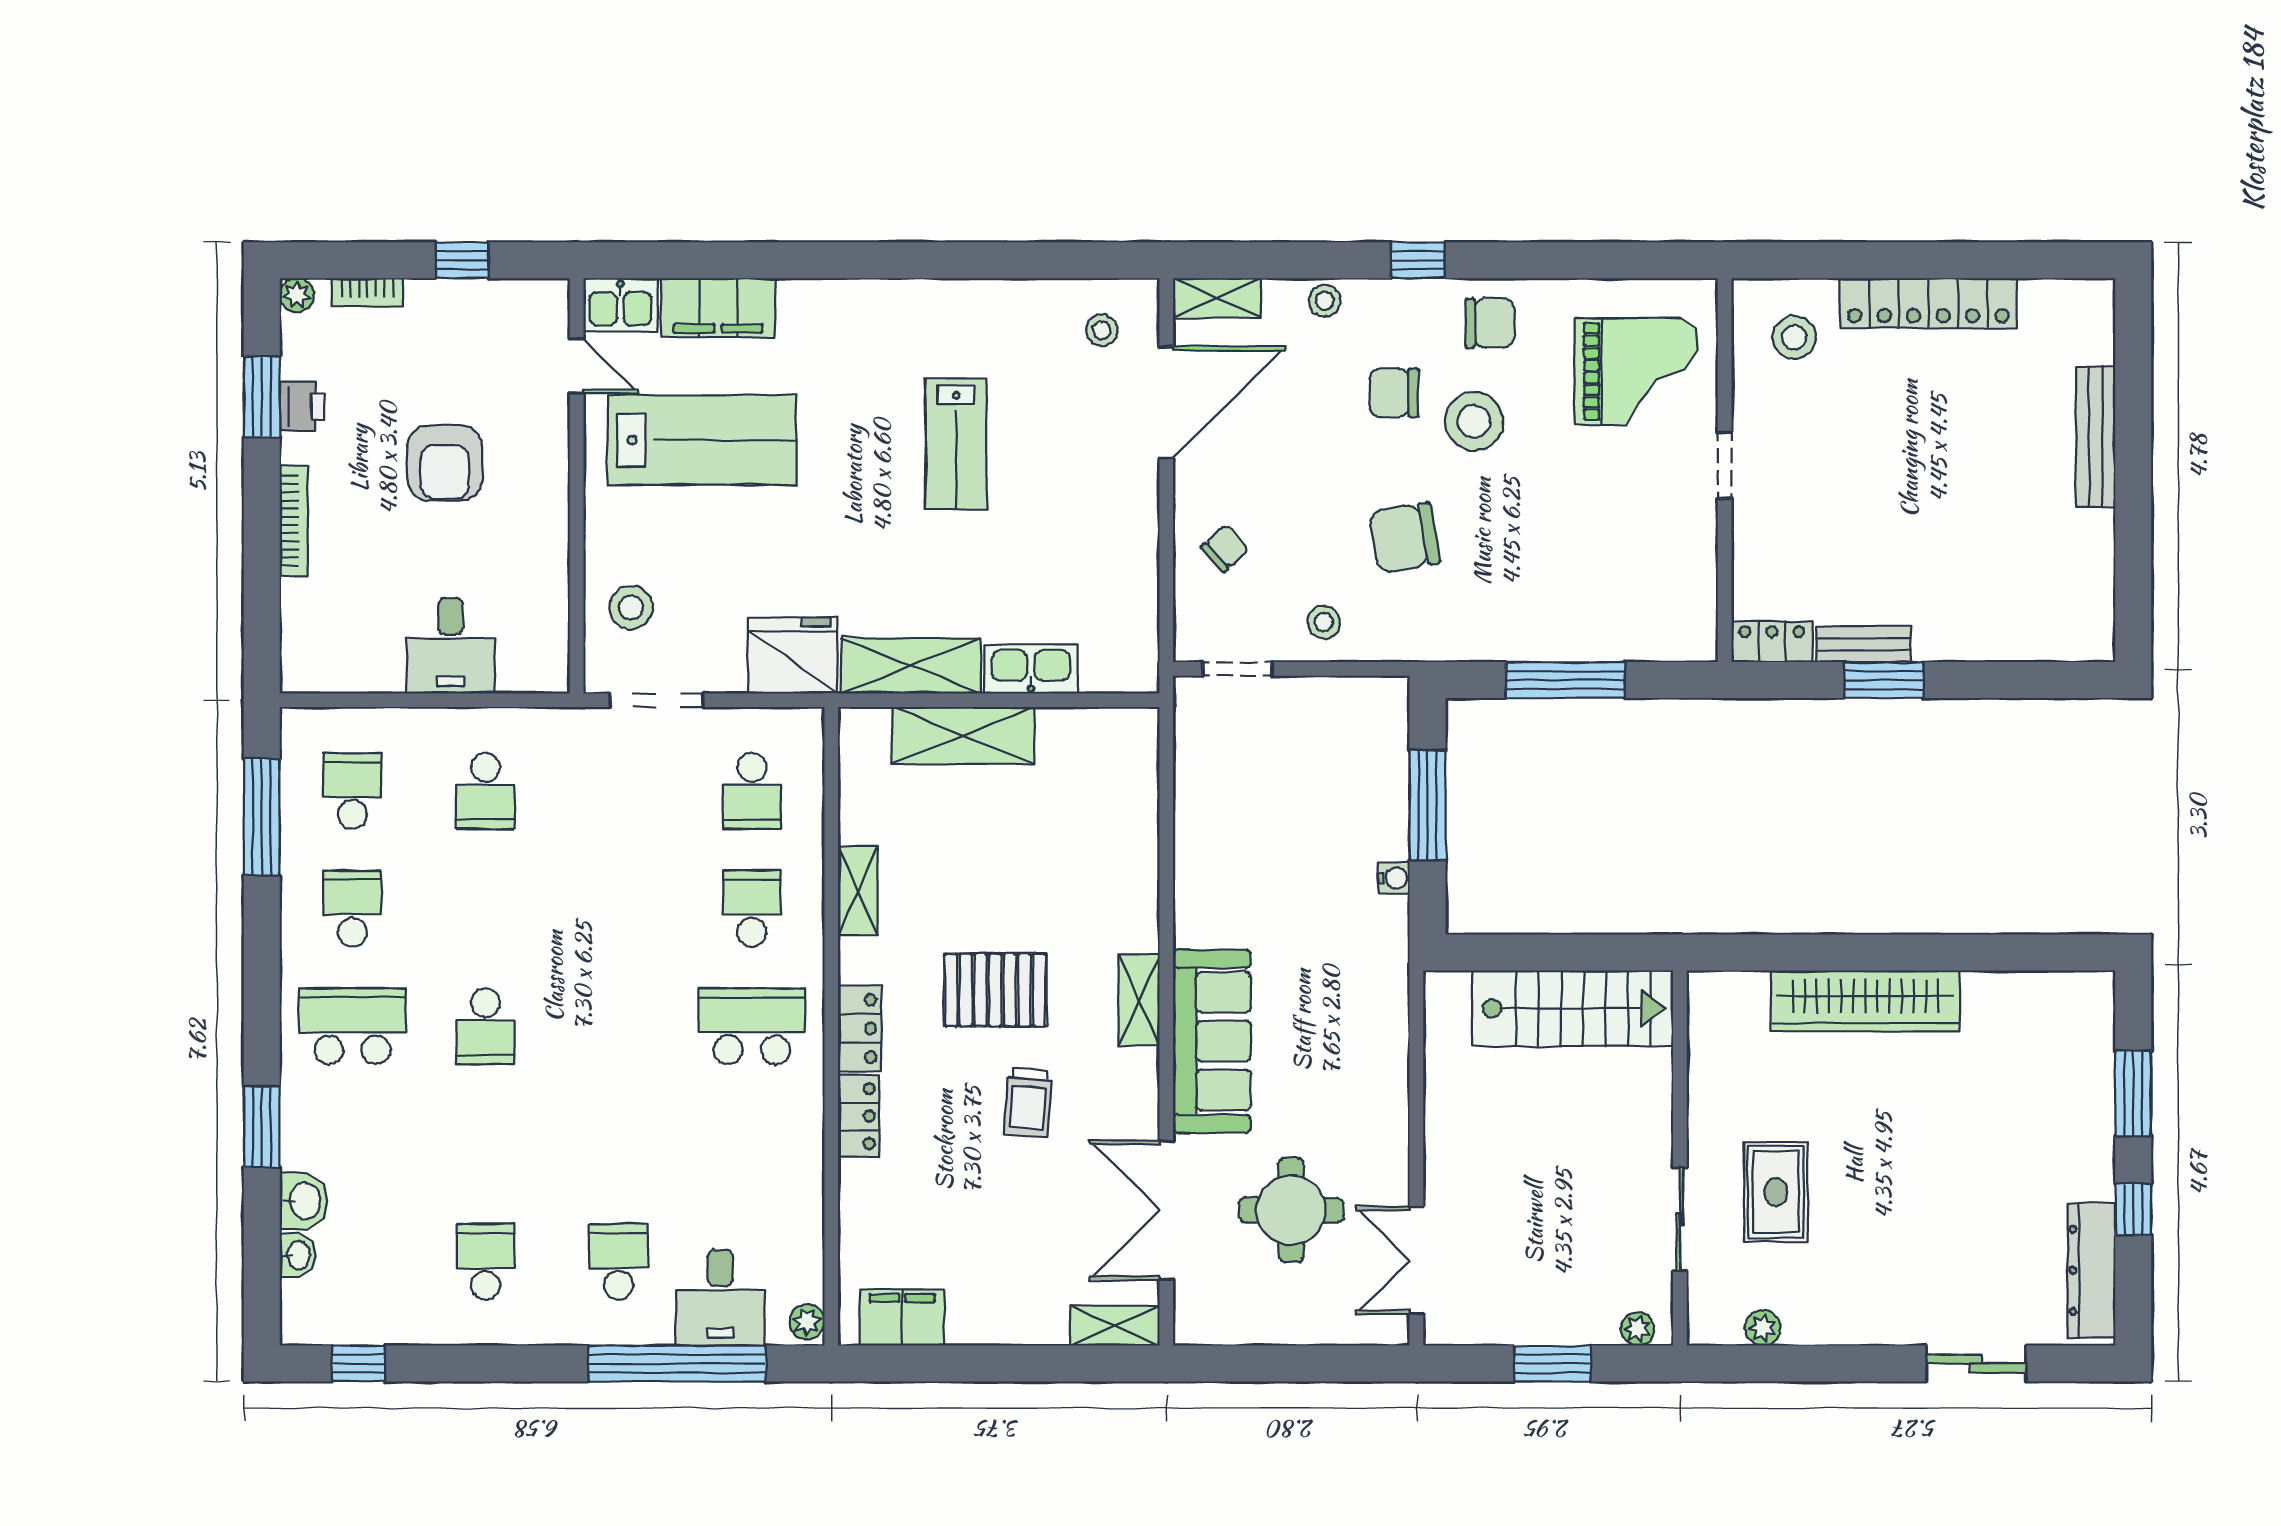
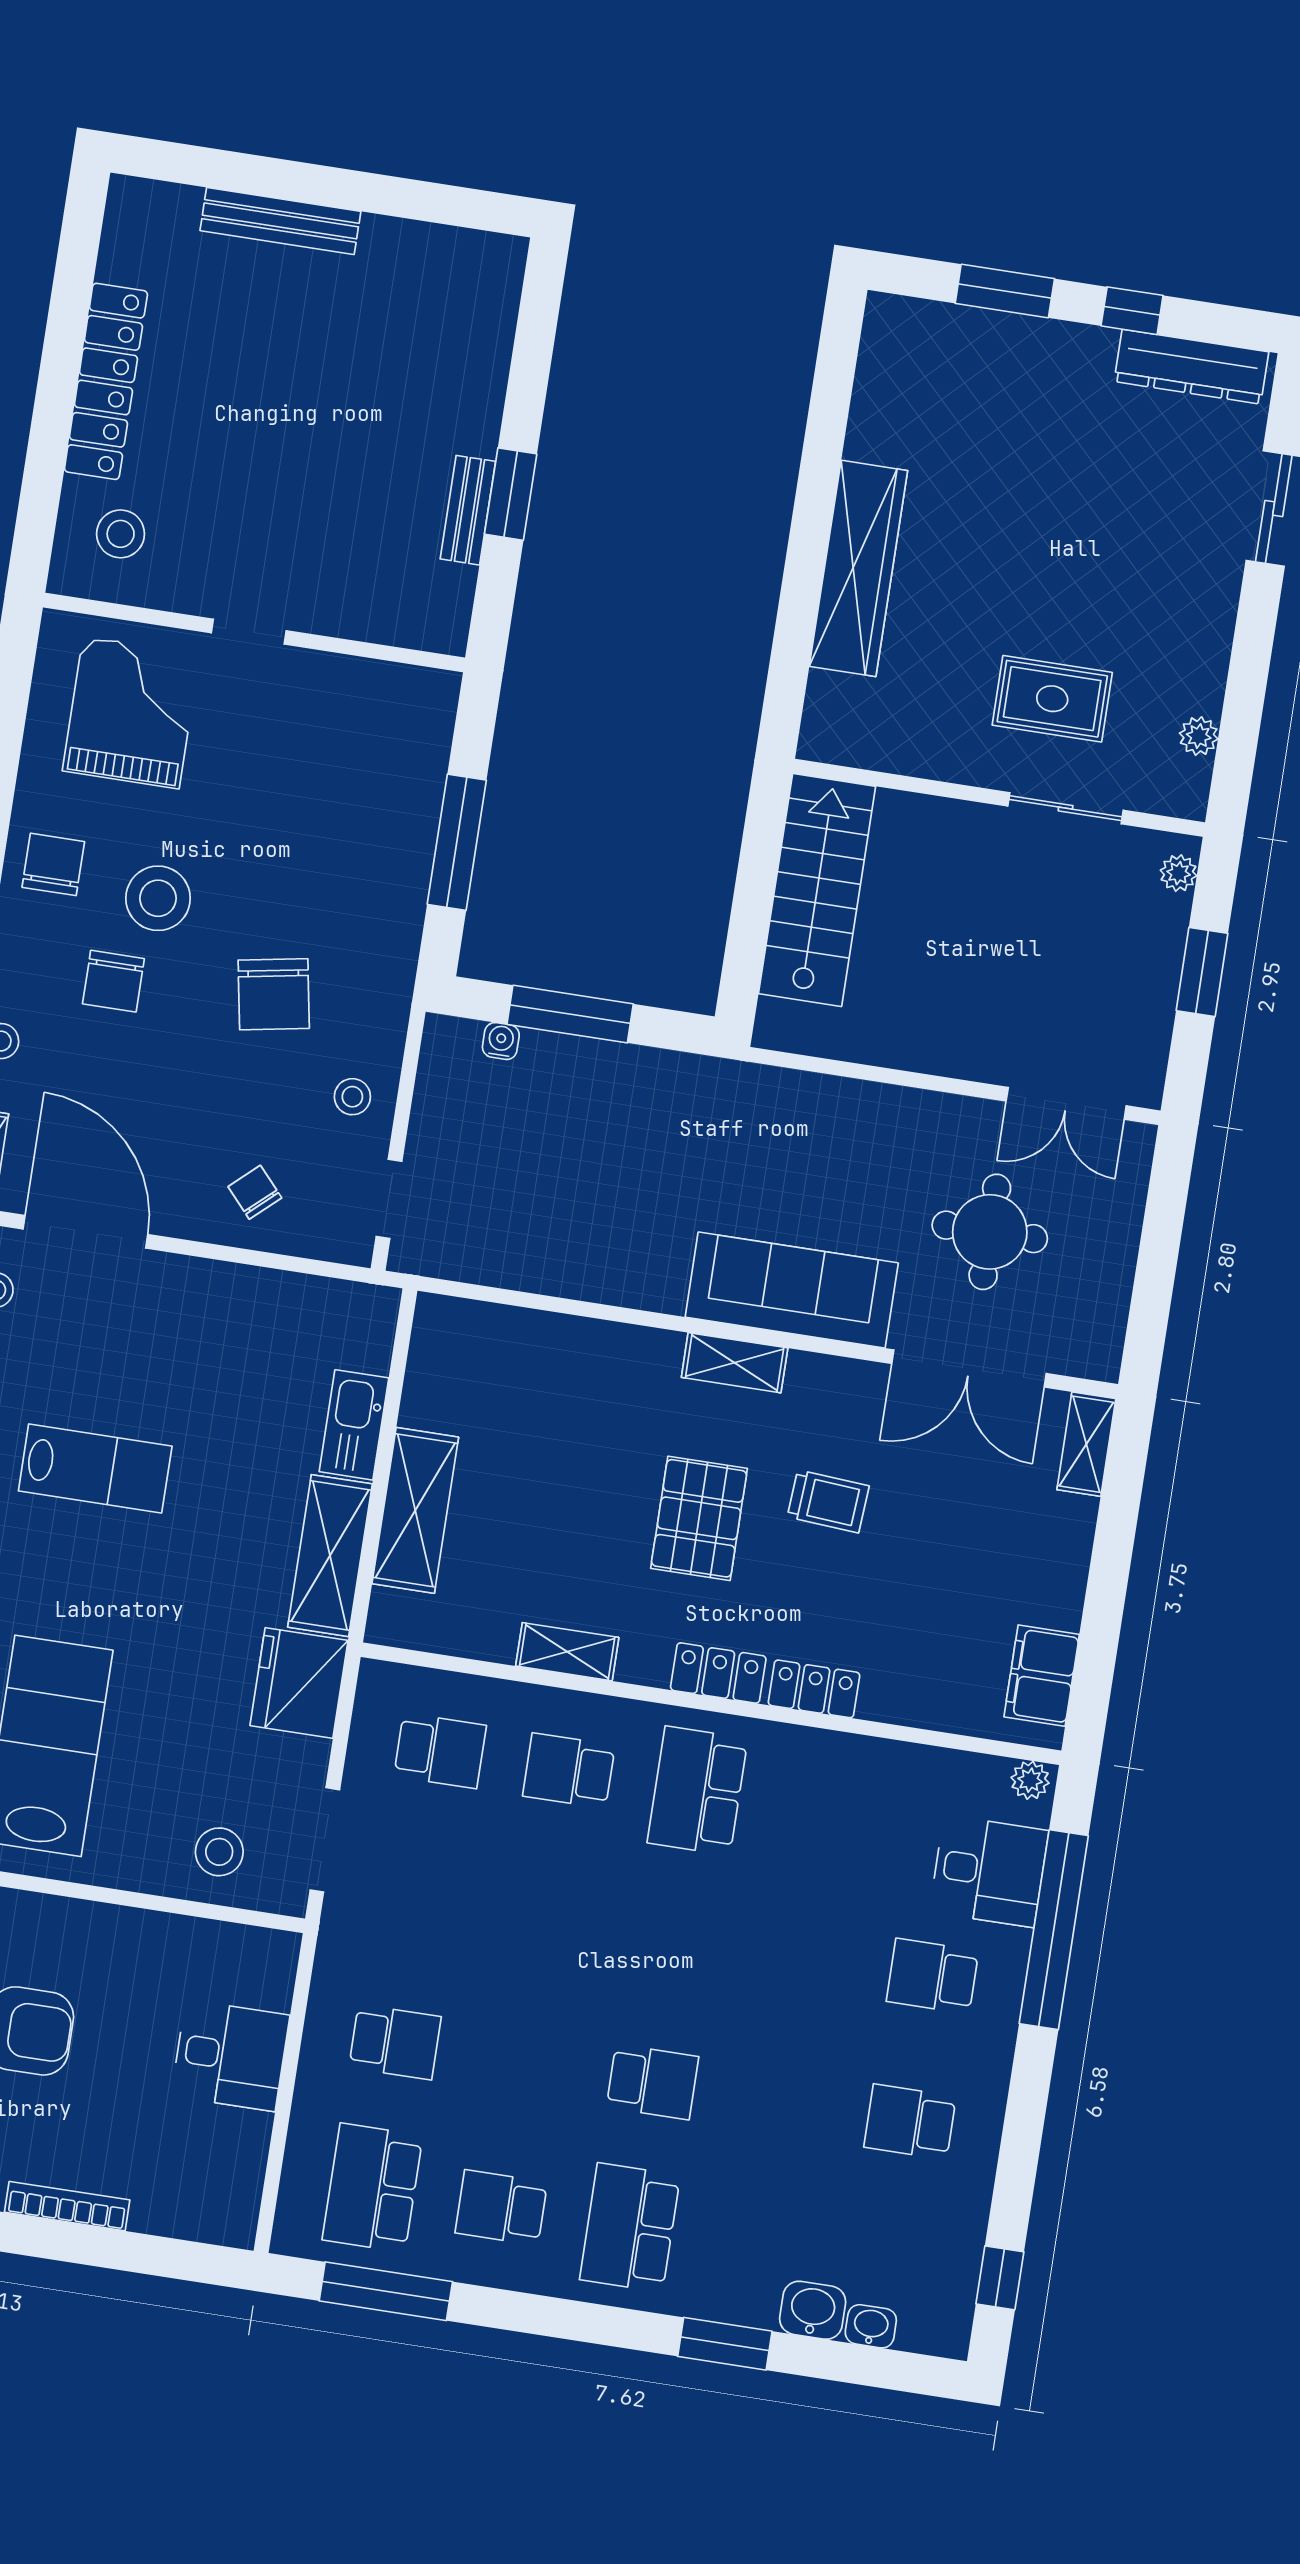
locker: (1772, 642) -> (450, 610), removed
school desk: (352, 791) -> (372, 2188), width x1.85
water cooler: (1394, 878) -> (501, 1041), moved

